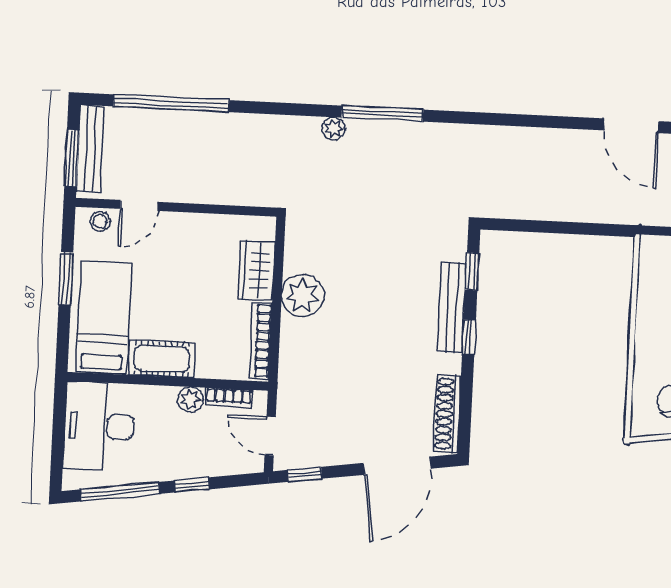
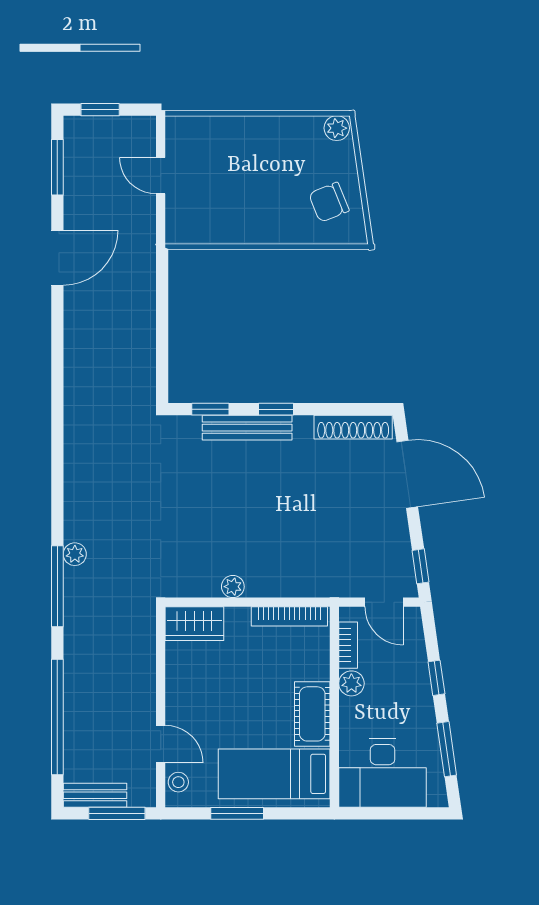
window: (382, 114) -> (57, 586), moved
bench: (90, 149) -> (95, 795), width x0.73
wardrobe: (257, 270) -> (194, 624), moved
plant: (303, 296) -> (233, 587), width x0.53, depth x0.53
door: (270, 436) -> (384, 602), hinge flipped
window: (120, 492) -> (447, 749), width x0.69

